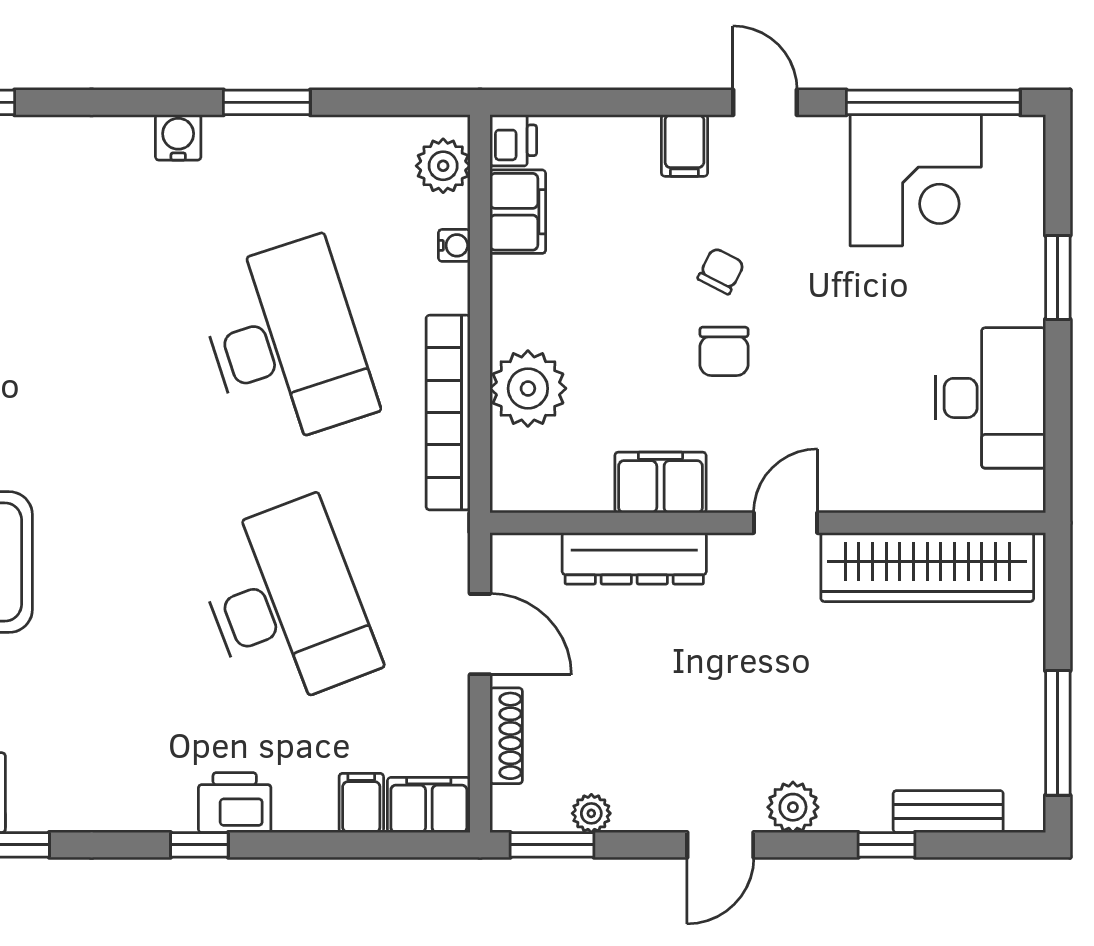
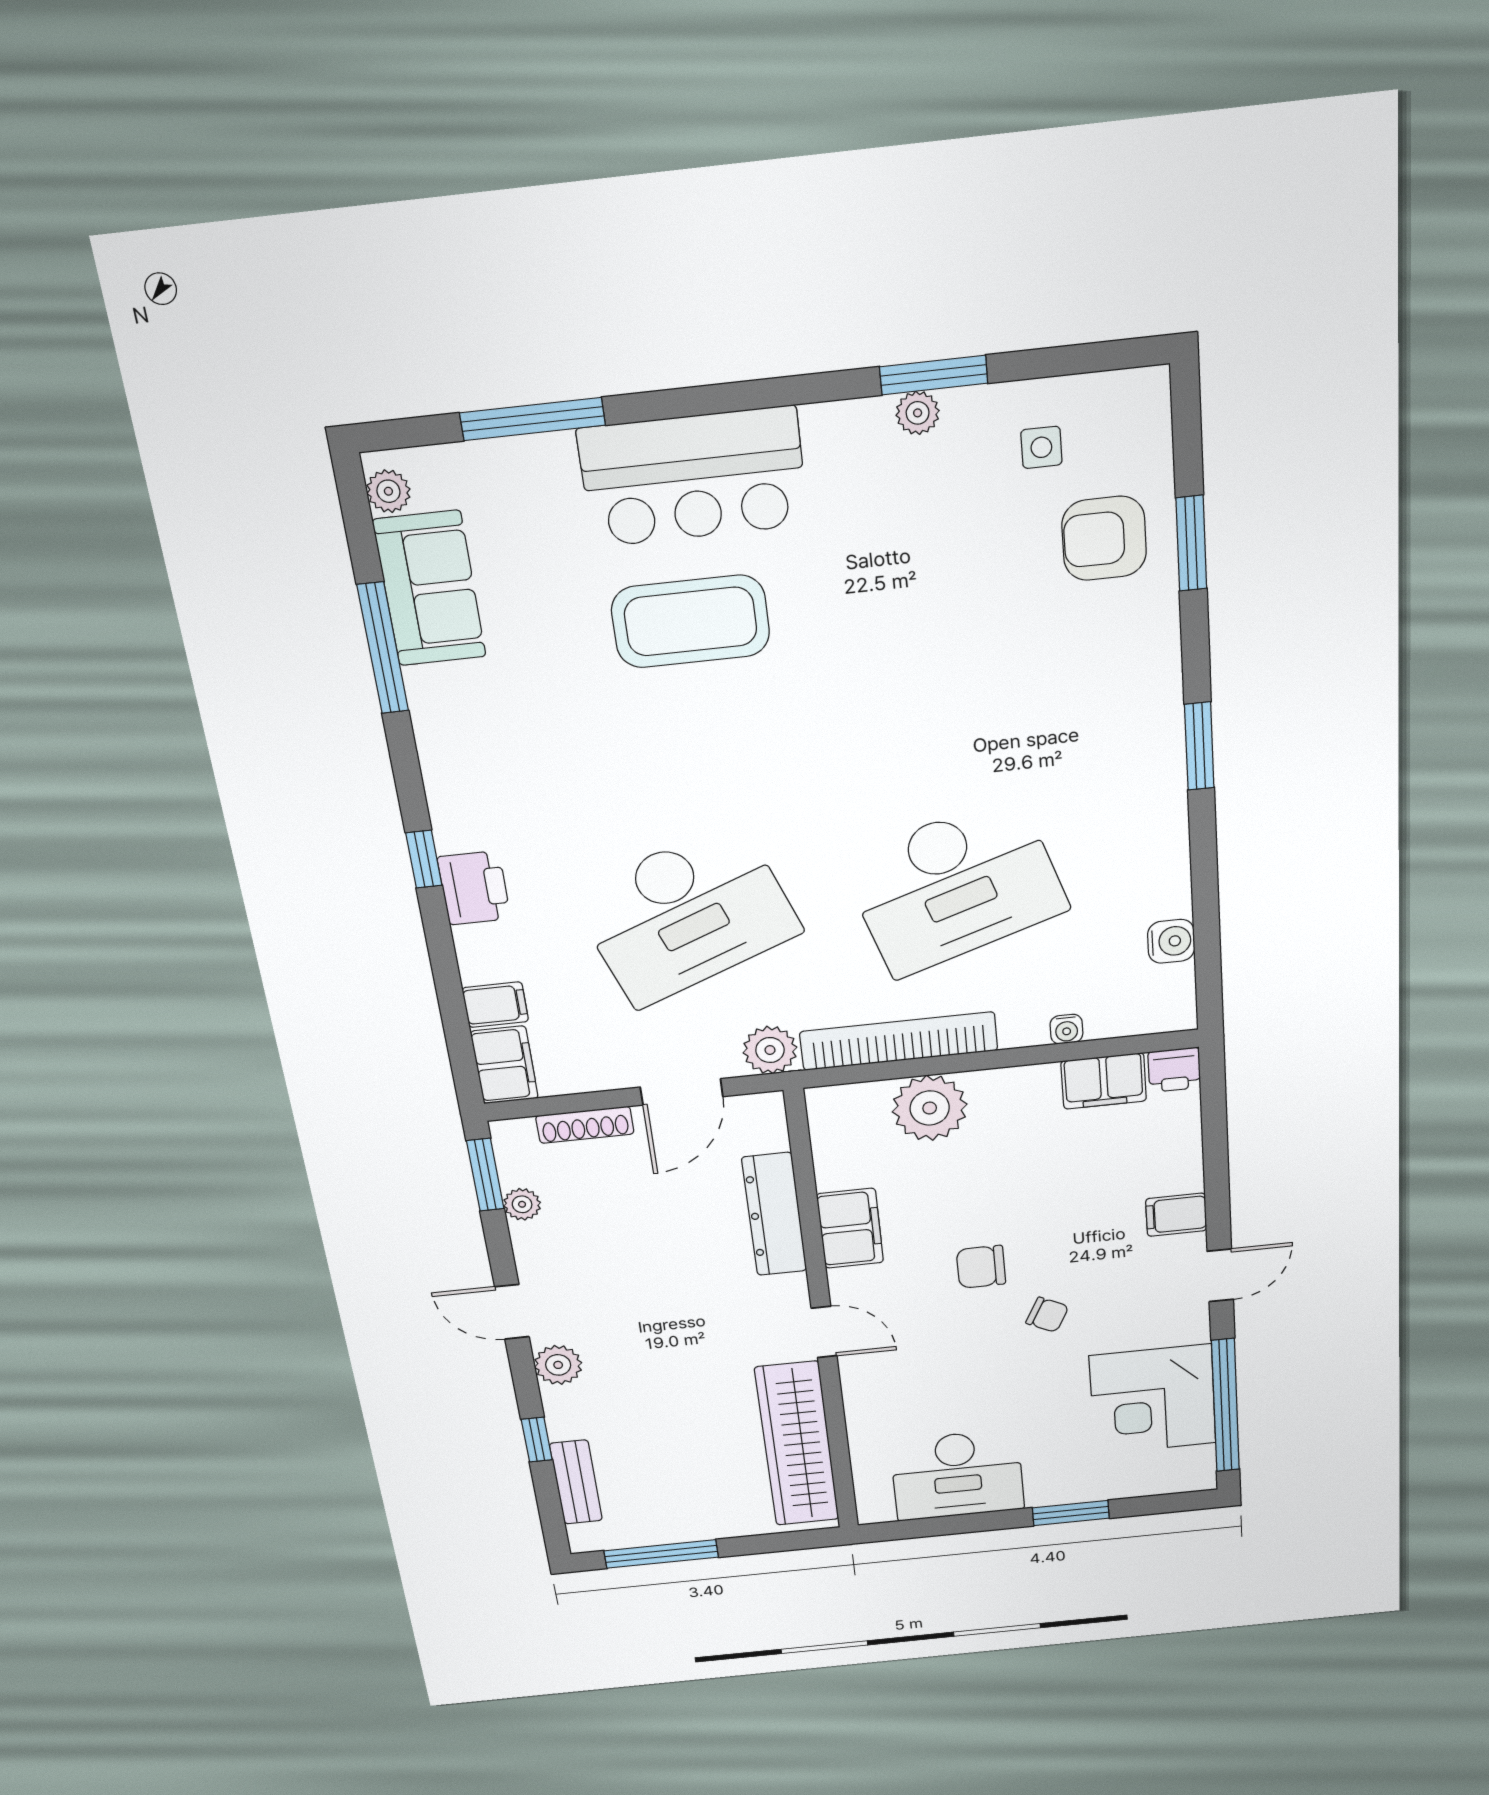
window: (267, 102) -> (1199, 746), moved
water cooler: (178, 137) -> (1171, 941), moved
plant: (443, 166) -> (770, 1050), moved
chair: (721, 271) -> (1047, 1315), moved

